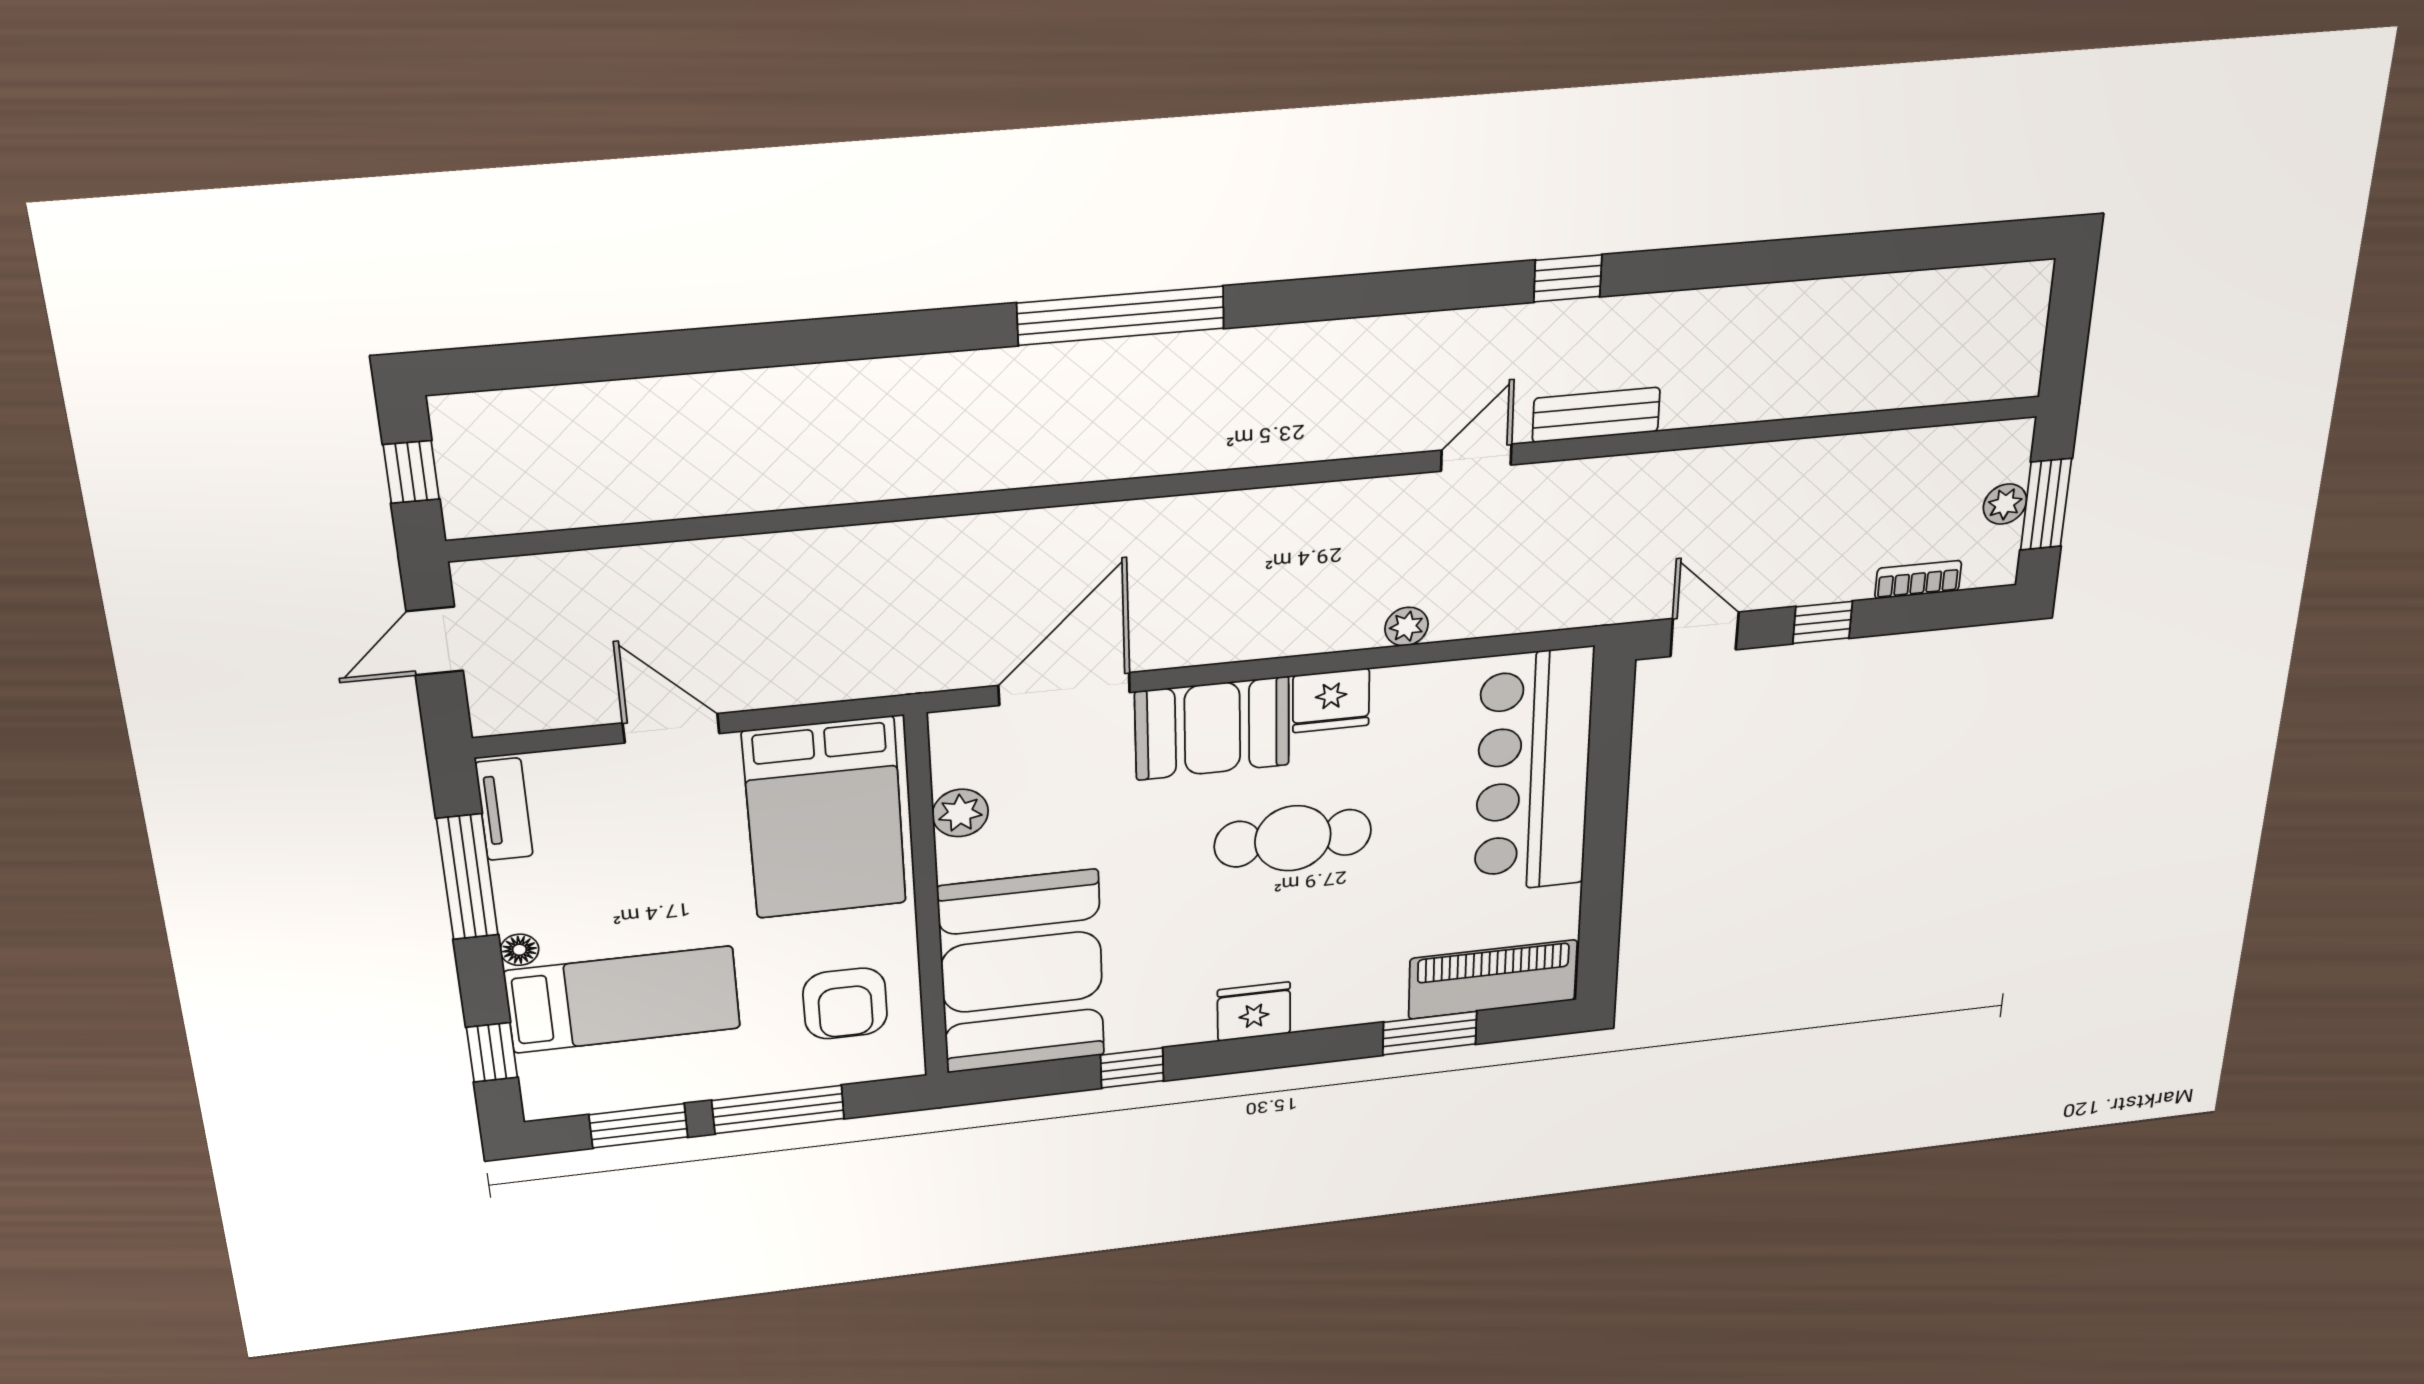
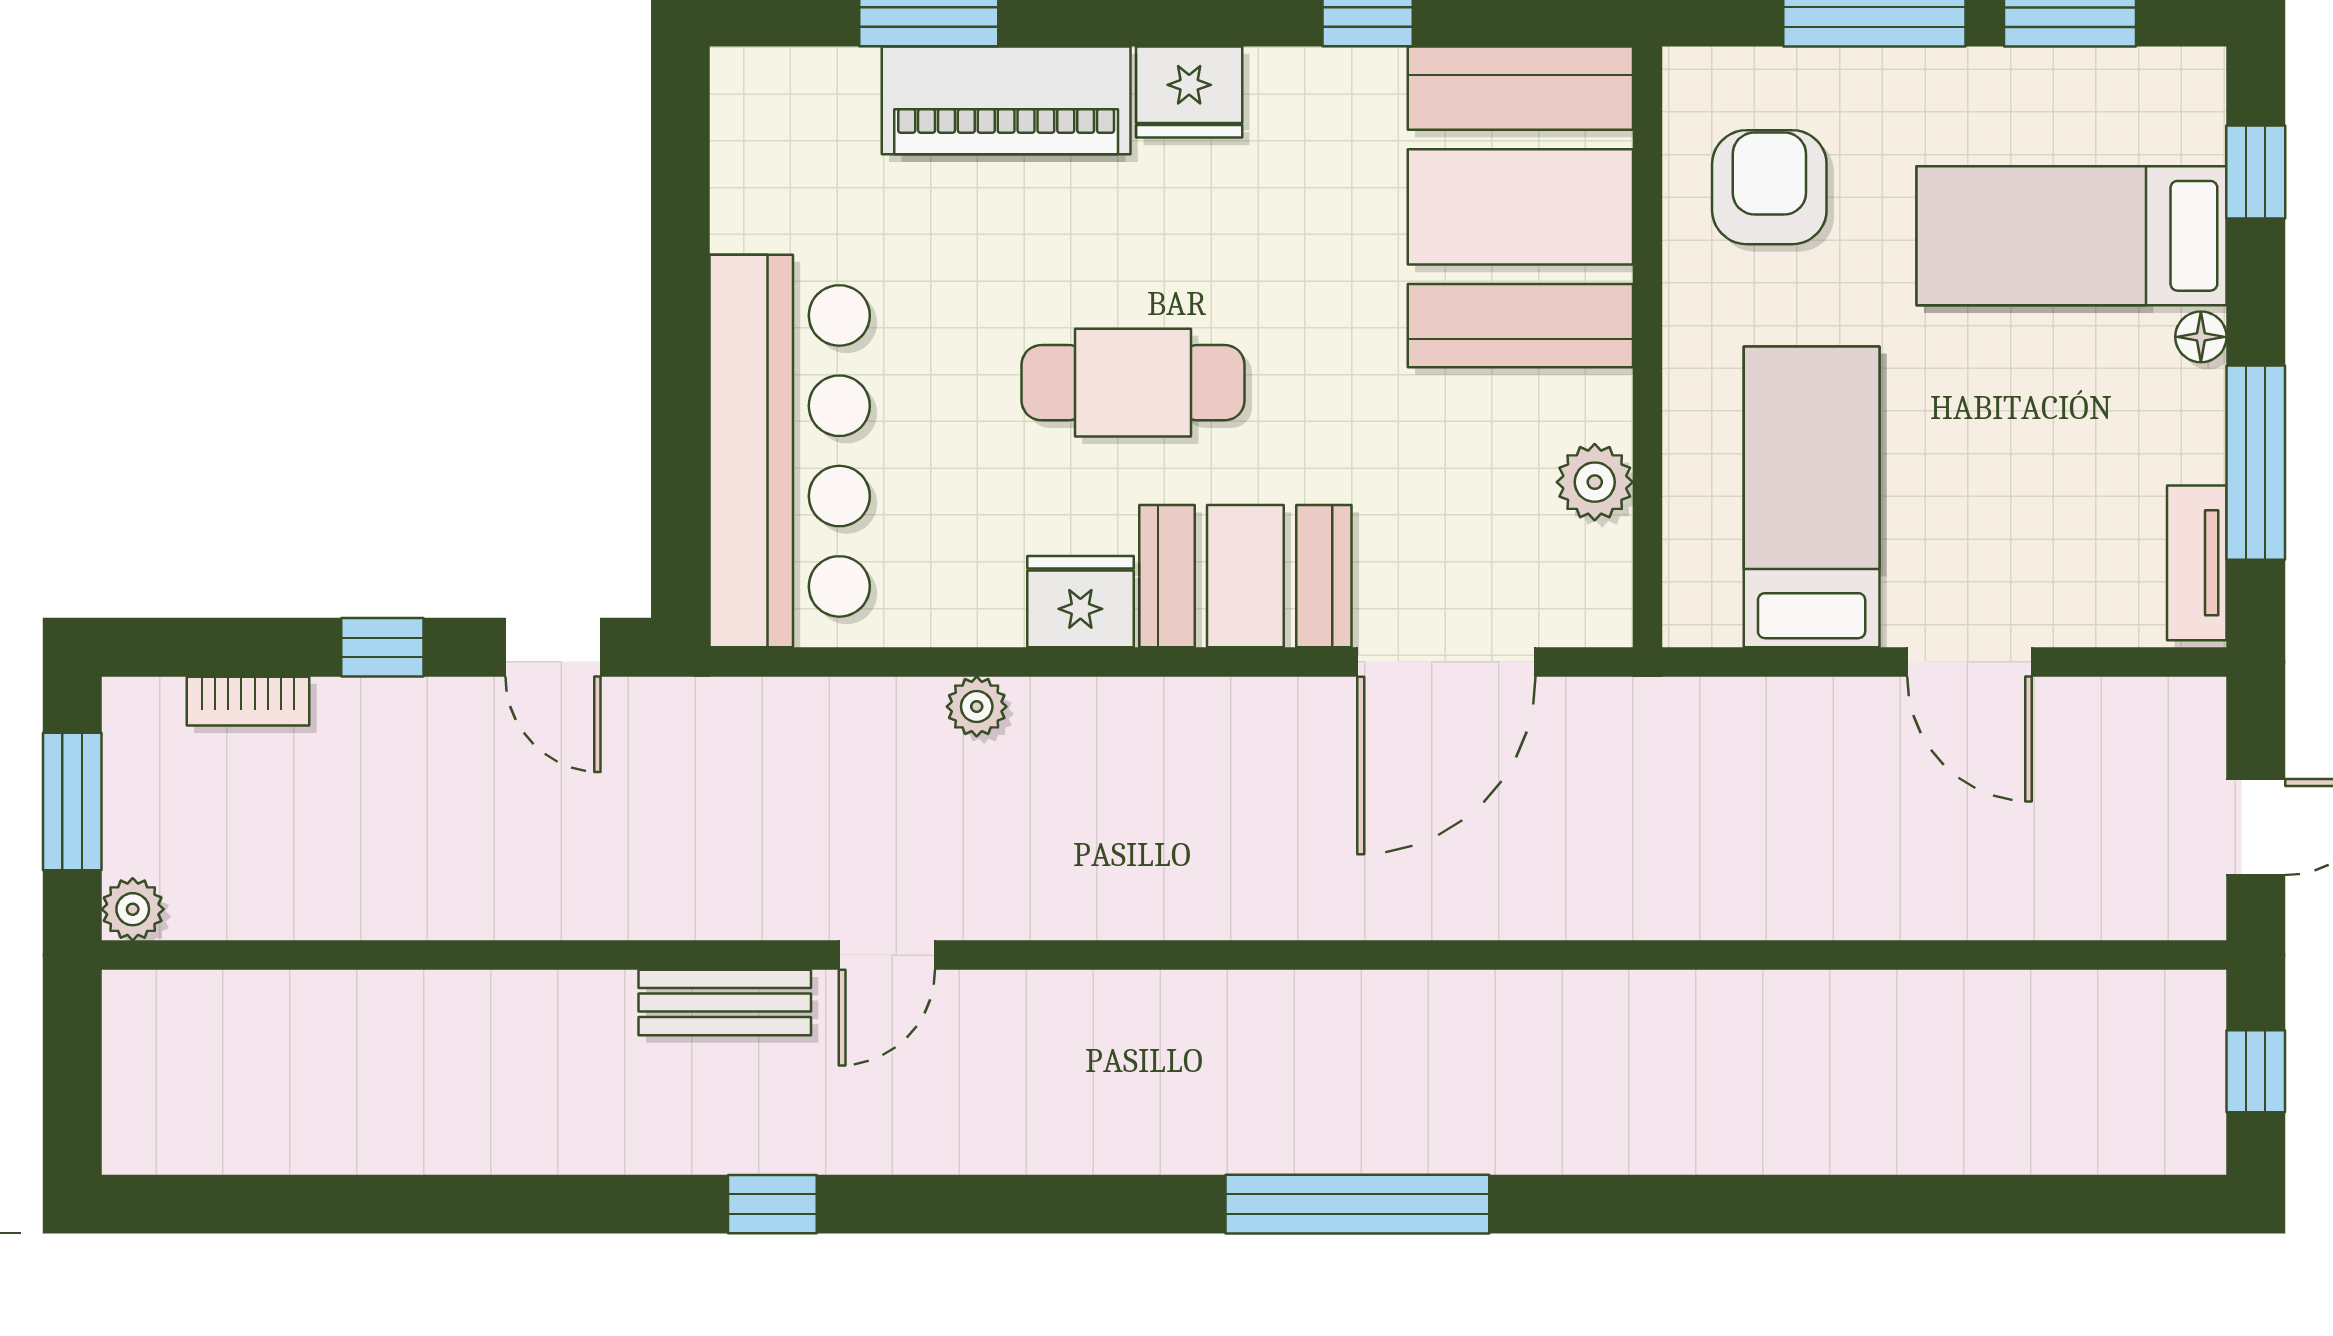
plant: (2005, 504) -> (133, 909), moved
bed: (825, 818) -> (1812, 497), width x0.67
piano: (1493, 979) -> (1006, 100), moved

